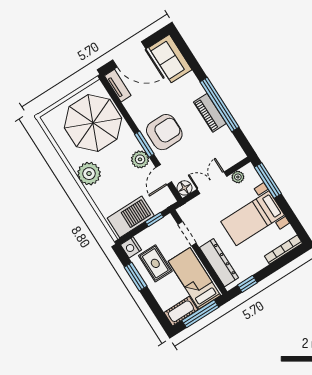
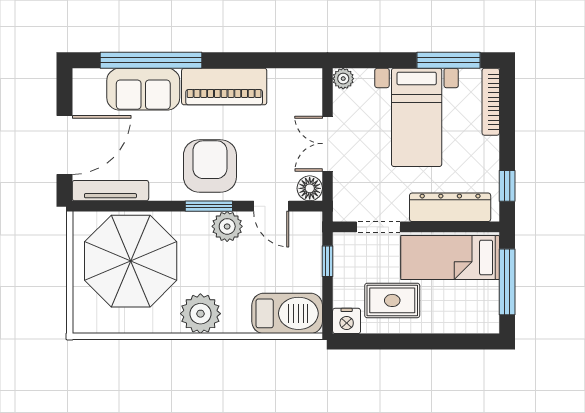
sofa: (170, 59) -> (143, 89), moved
tv unit: (118, 86) -> (110, 191), width x1.41
window: (219, 104) -> (151, 60), moved
piano: (210, 113) -> (224, 87), width x1.37, depth x1.33
plant: (238, 177) -> (343, 79), moved
window: (268, 180) -> (449, 60), moved
barbecue: (131, 217) -> (287, 313), moved, turned 90
window: (136, 277) -> (393, 341), removed
cot: (181, 311) -> (485, 308), removed

